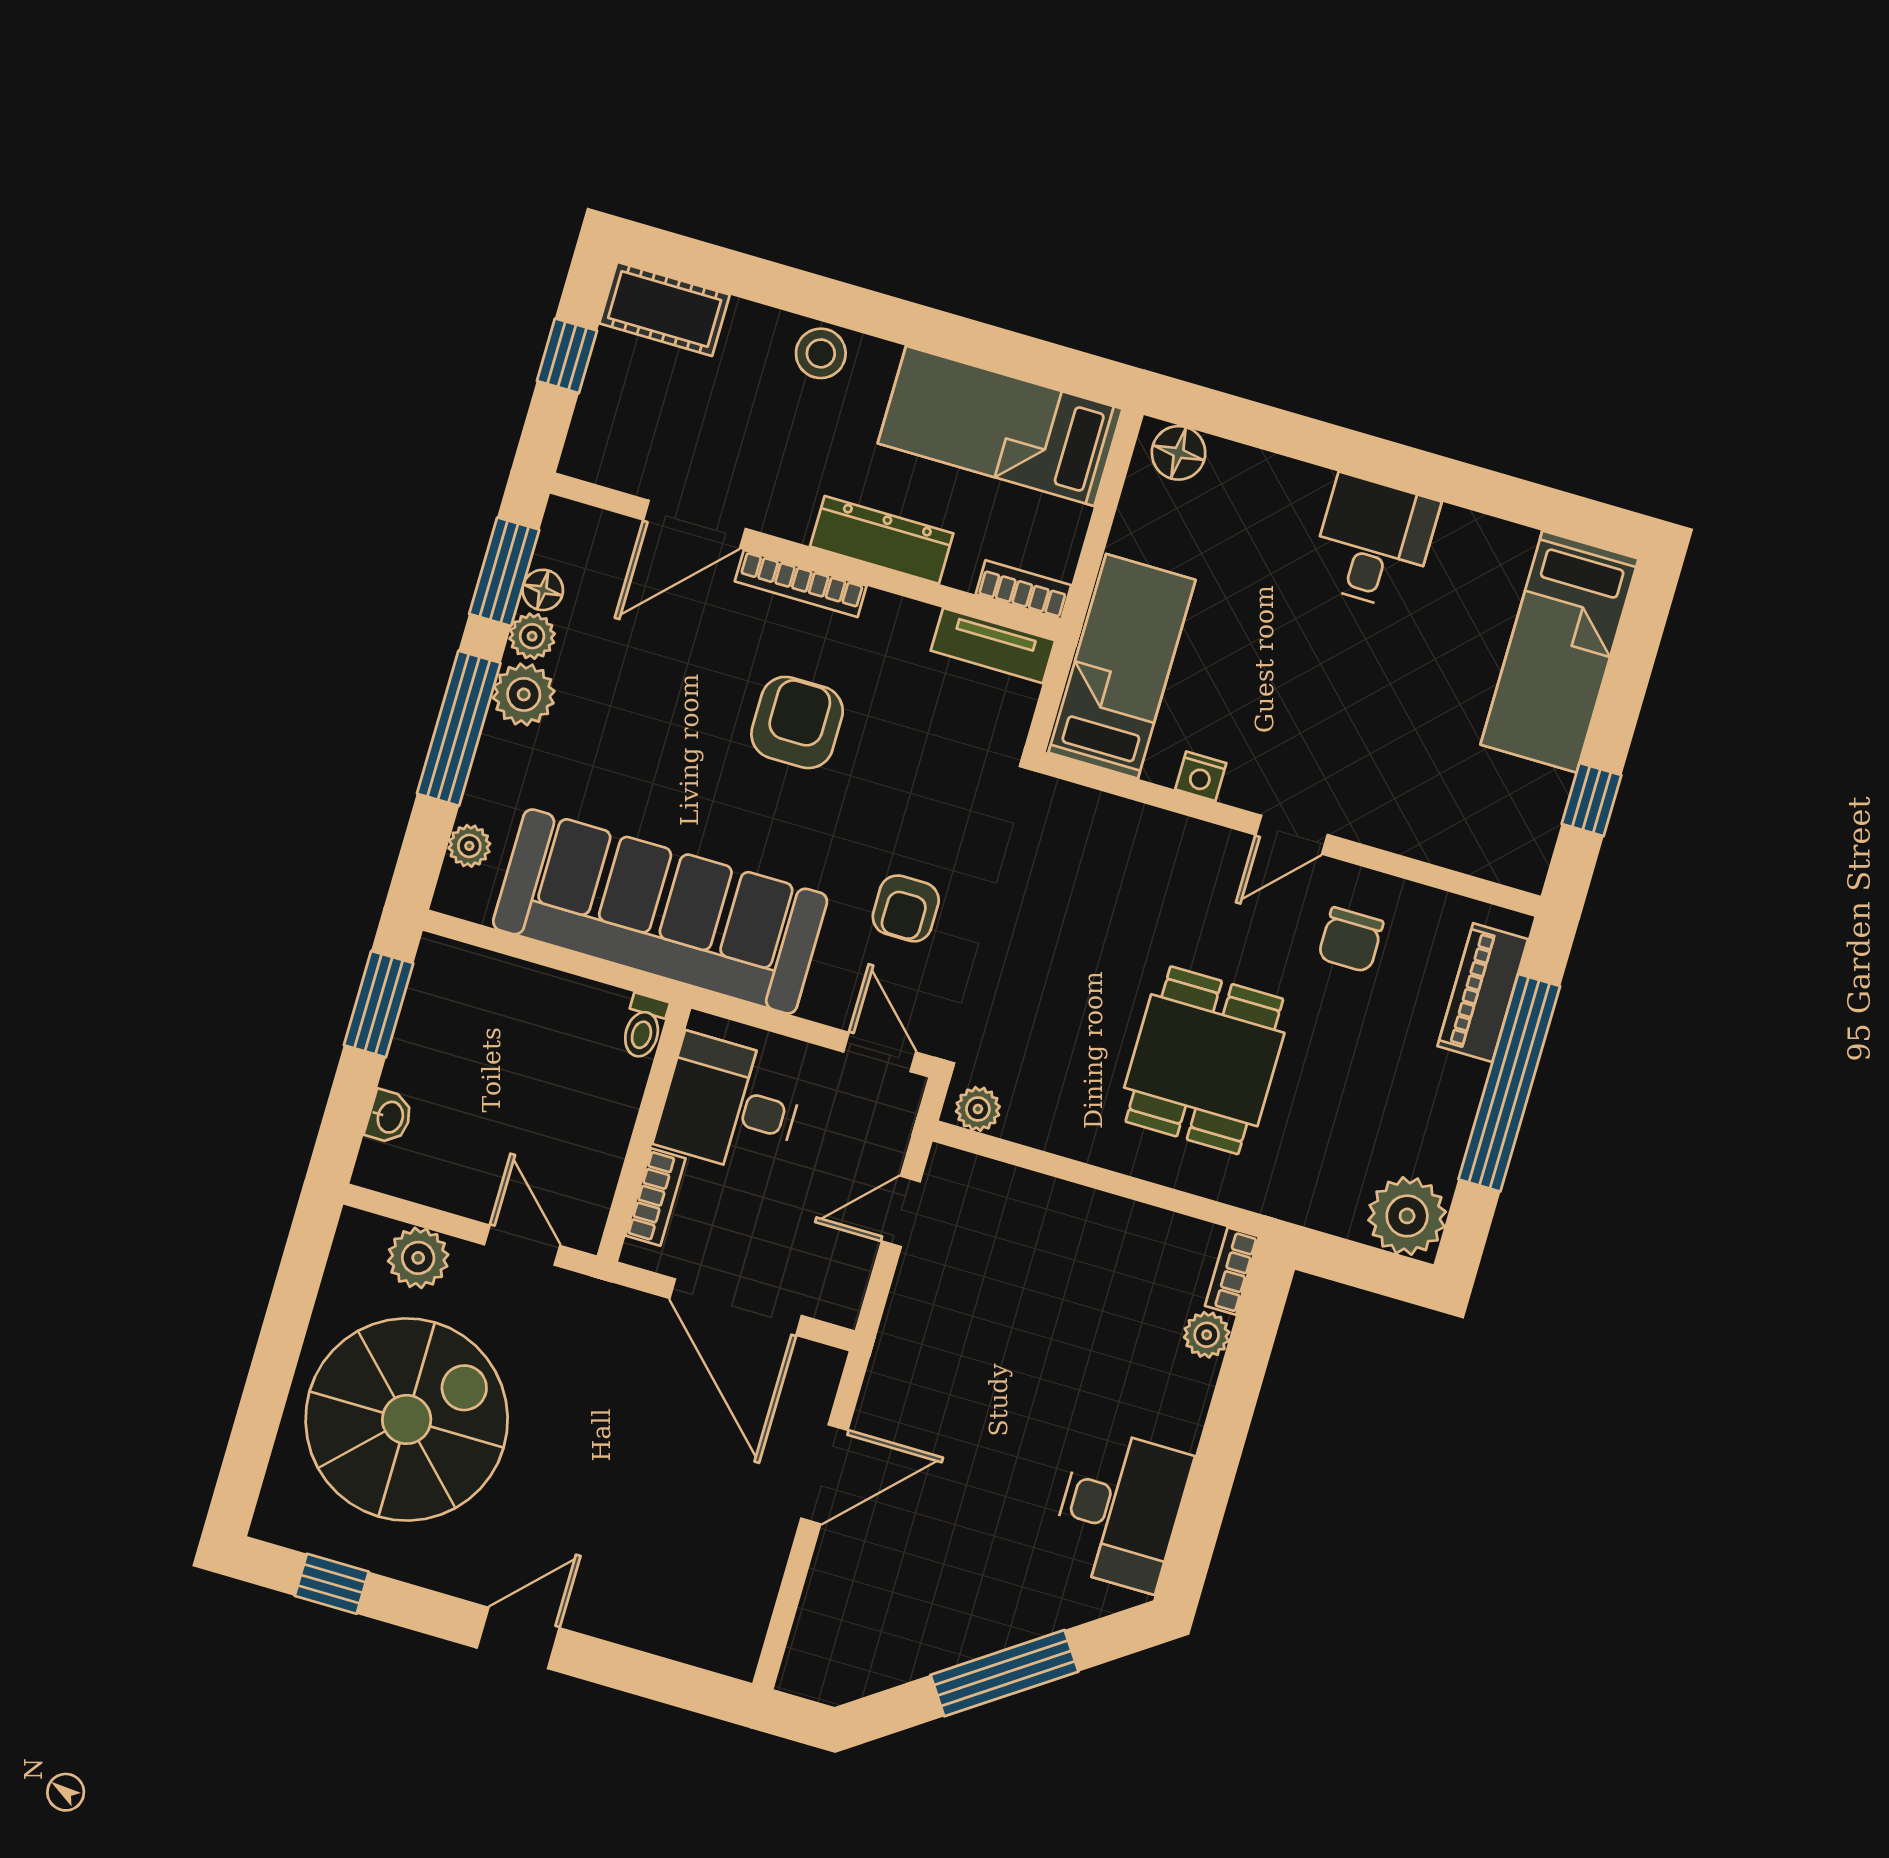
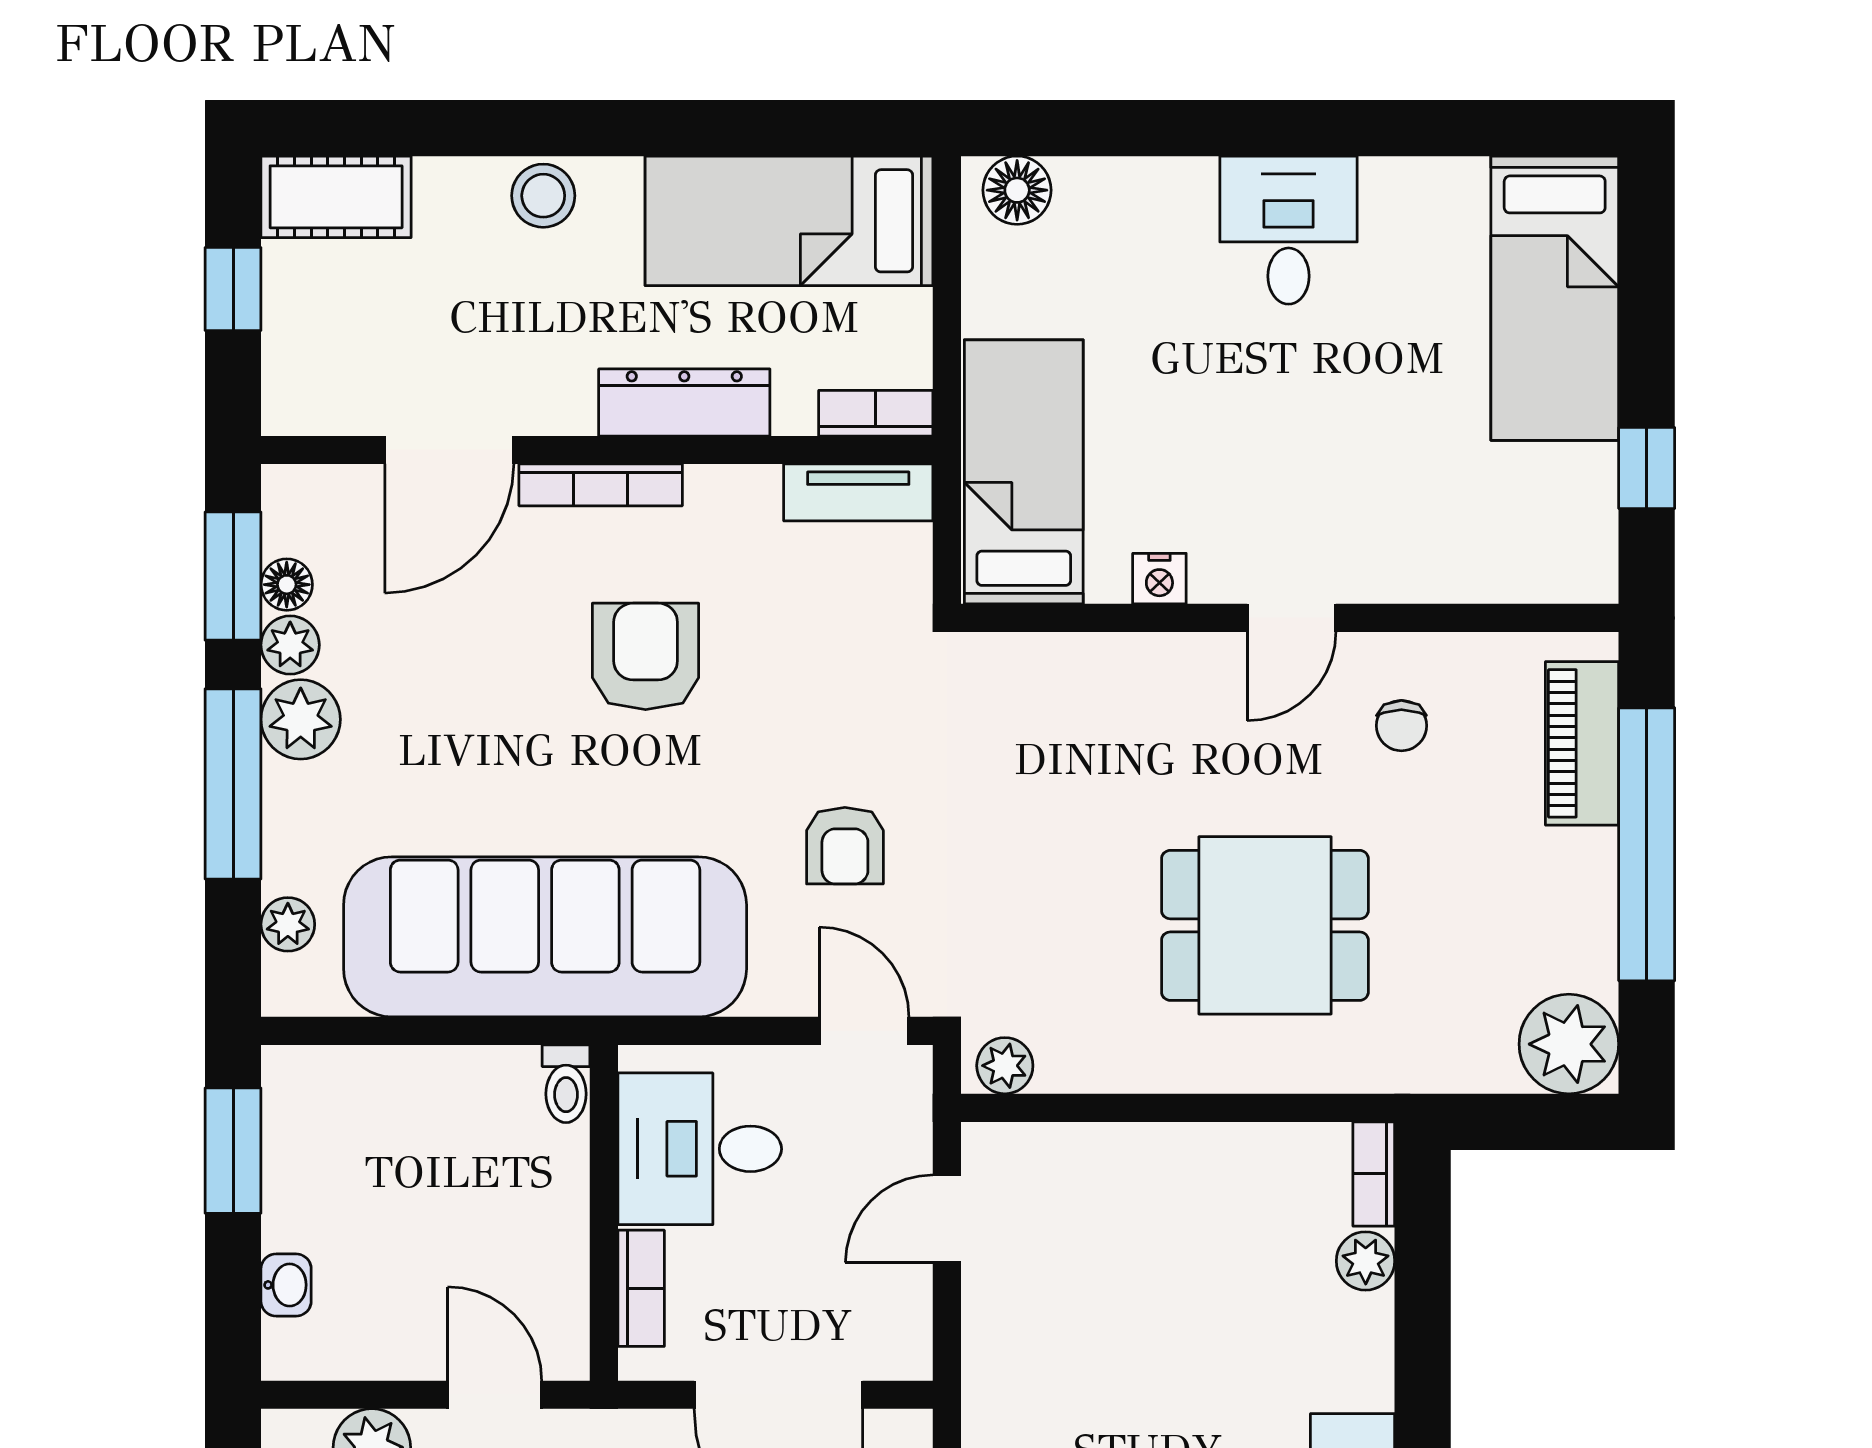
chair: (1351, 940) -> (1401, 726), width x0.73, depth x0.73
dining table: (1204, 1060) -> (1265, 925), turned 90

